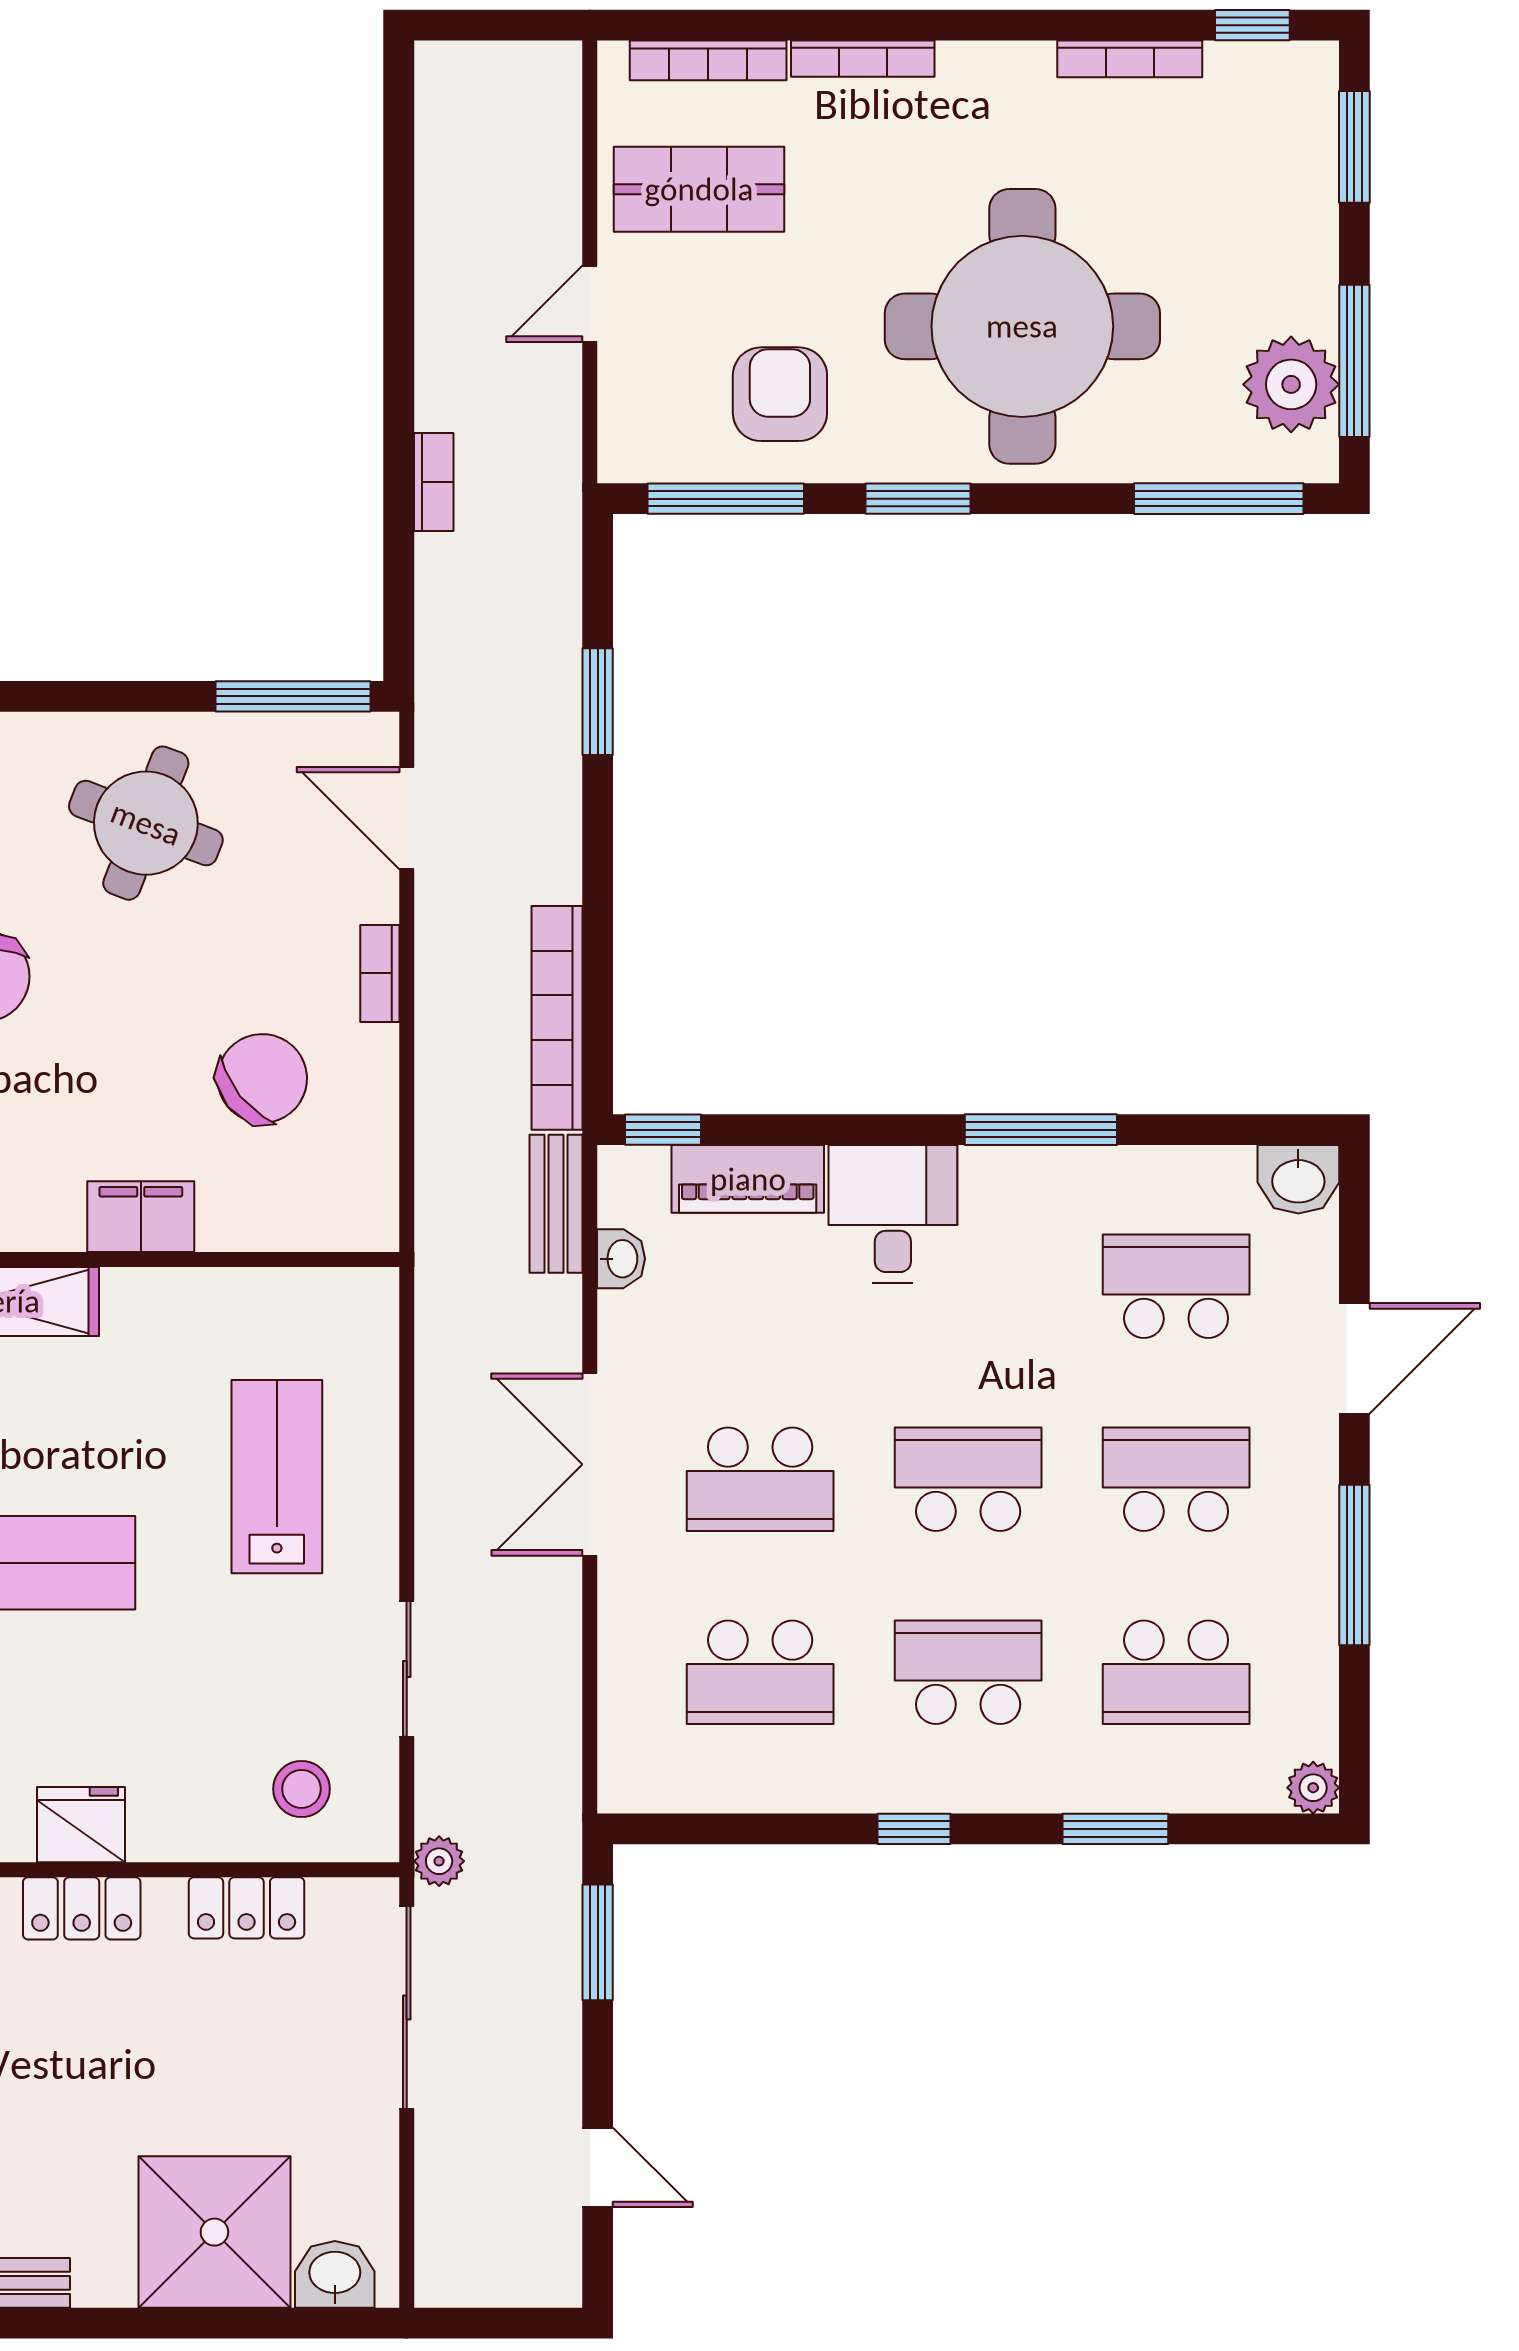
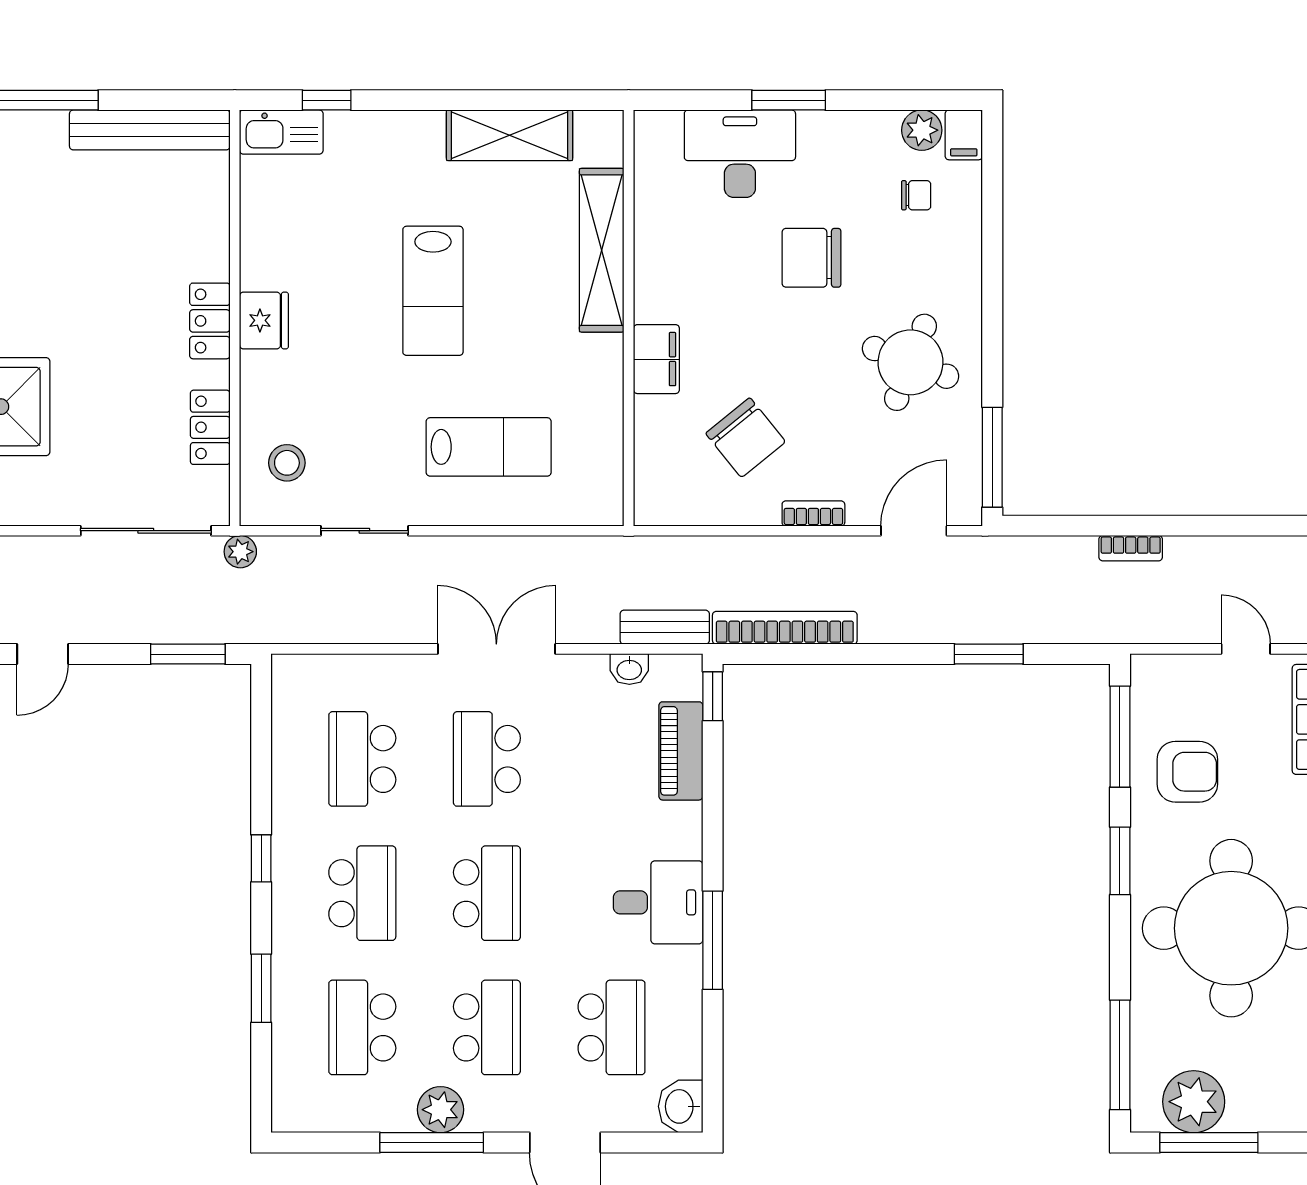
desk: (893, 1214) -> (658, 902), moved
plant: (1313, 1788) -> (441, 1110), moved, width x1.38, depth x1.38

